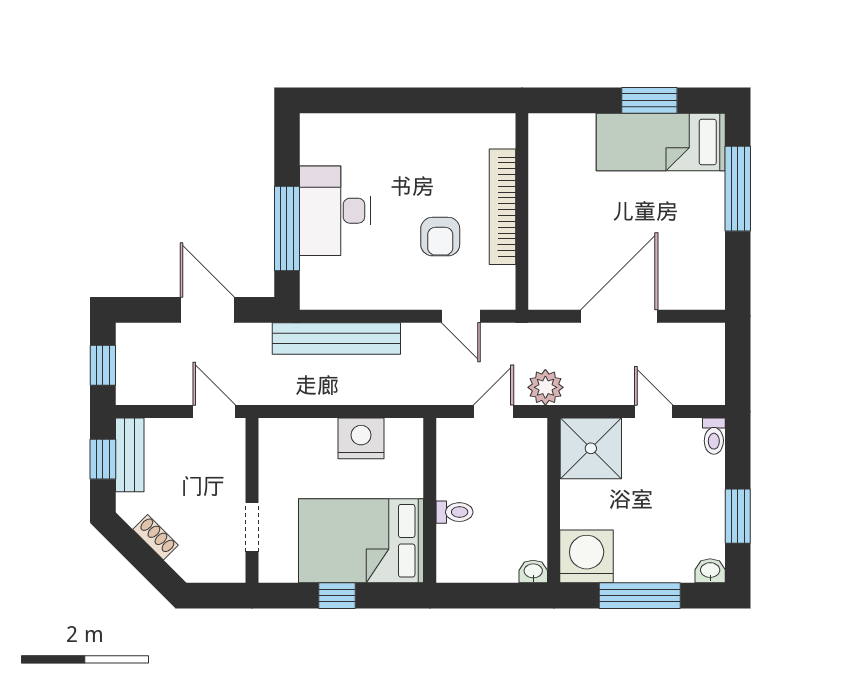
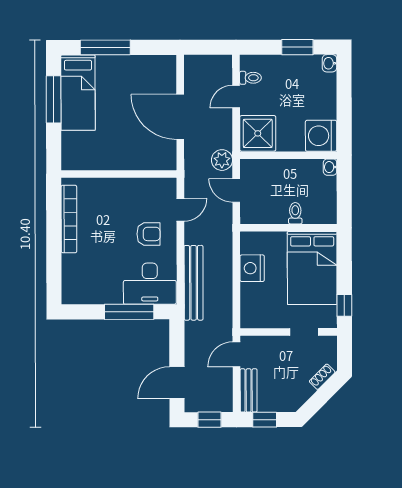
window: (649, 100) -> (54, 99), width x1.44
bookcase: (502, 207) -> (69, 219), moved, turned -90
desk: (335, 211) -> (150, 284), moved
armchair: (440, 237) -> (148, 234), moved
door: (207, 310) -> (177, 383), moved
toilet: (714, 436) -> (250, 78), moved
bench: (130, 455) -> (249, 390), moved, turned 90
shoe rack: (155, 537) -> (322, 377), moved
window: (337, 596) -> (344, 305), moved
window: (640, 596) -> (344, 105), removed

